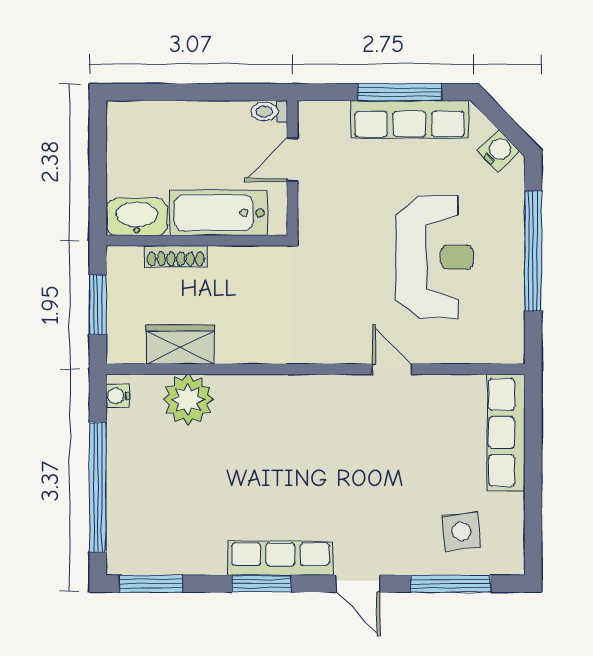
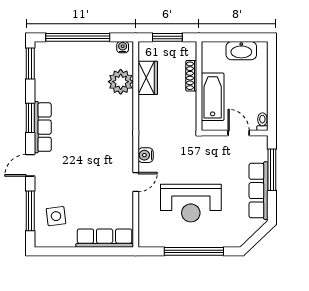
window: (400, 92) -> (272, 170), moved
water cooler: (498, 151) -> (146, 155), moved, turned 134
washbasin: (137, 217) -> (241, 51), moved, turned 90

